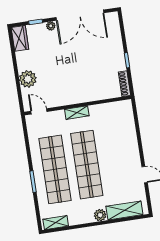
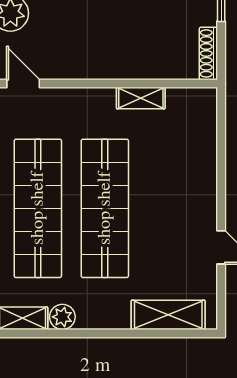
shelving: (77, 113) -> (141, 98), moved
plant: (100, 215) -> (62, 317), moved

